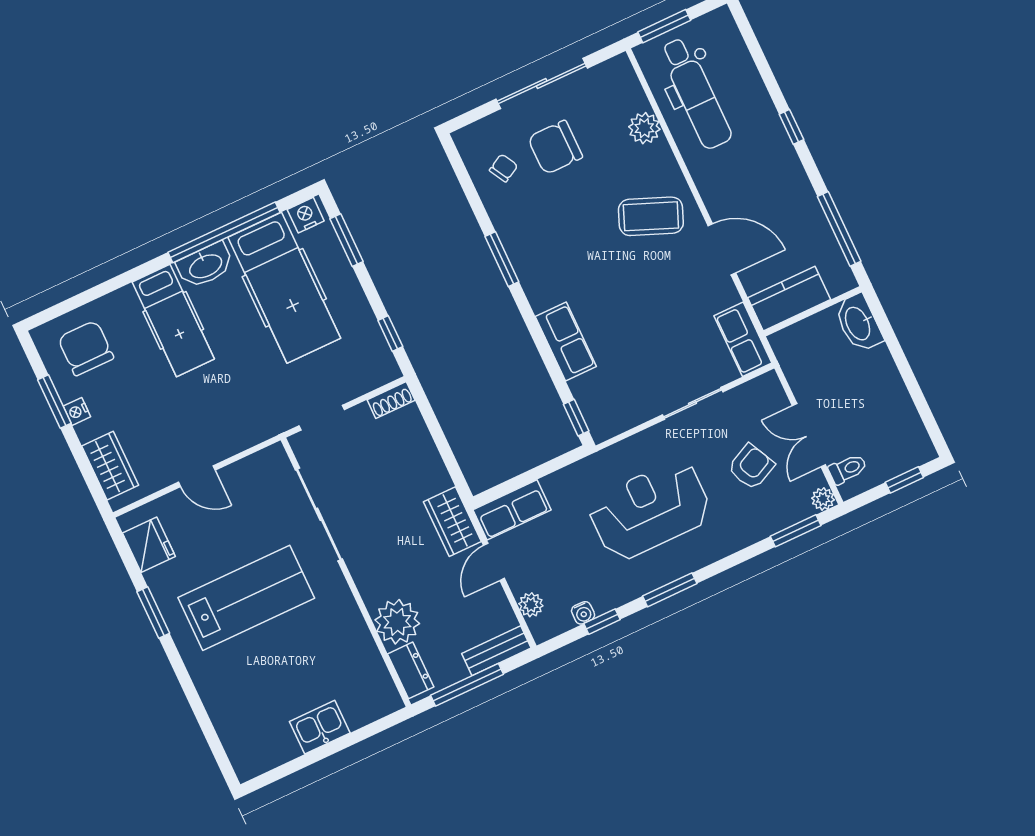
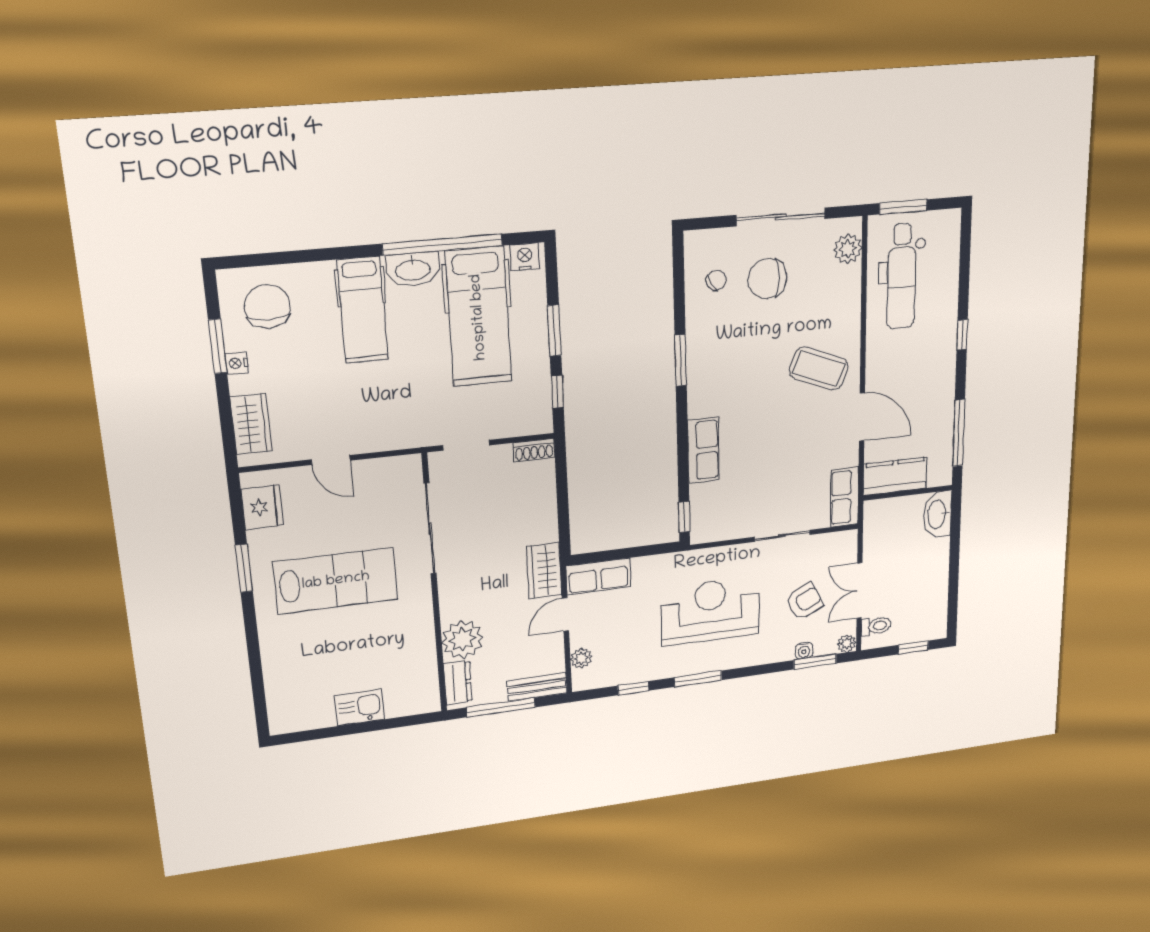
plant: (644, 128) -> (848, 249), moved
window: (346, 240) -> (554, 330), moved
water cooler: (583, 613) -> (804, 651), moved

